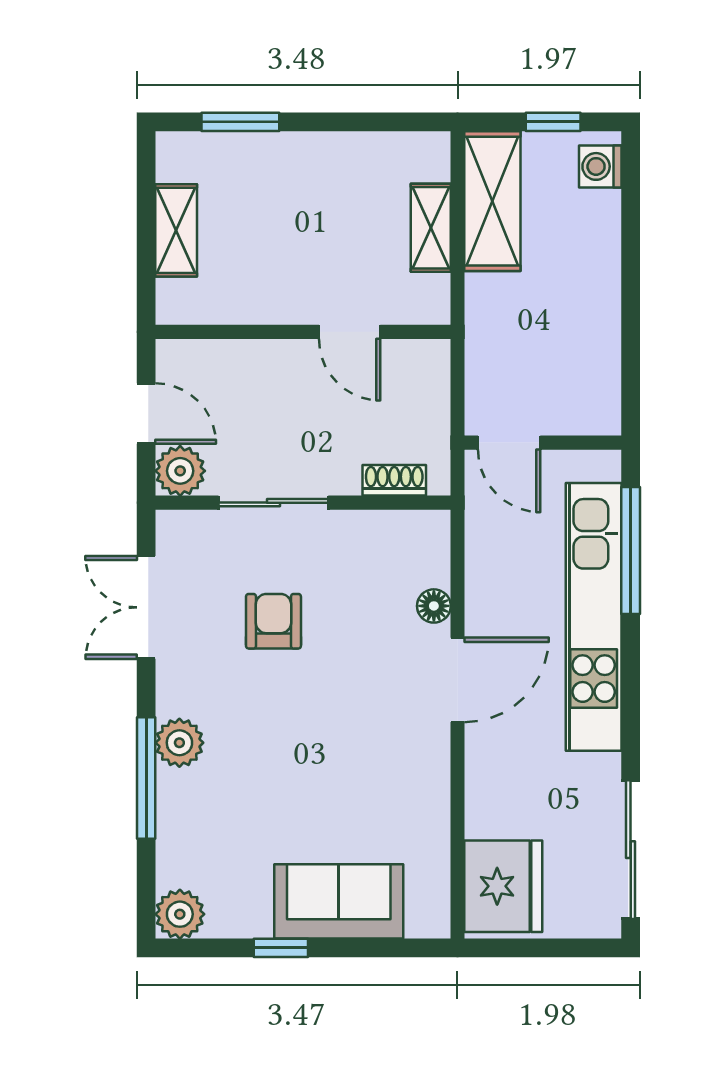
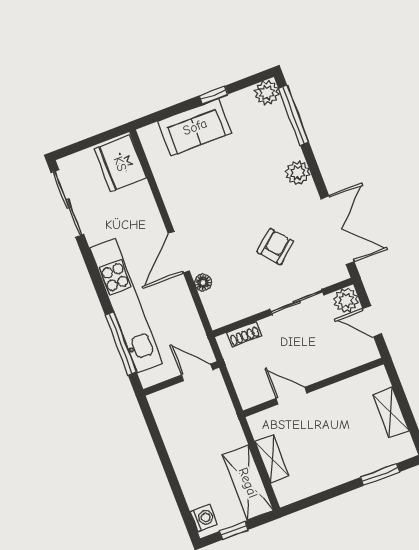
double door: (146, 607) -> (338, 230), width x1.37
armchair: (273, 621) -> (275, 247), turned -130
window: (146, 778) -> (294, 115), moved

